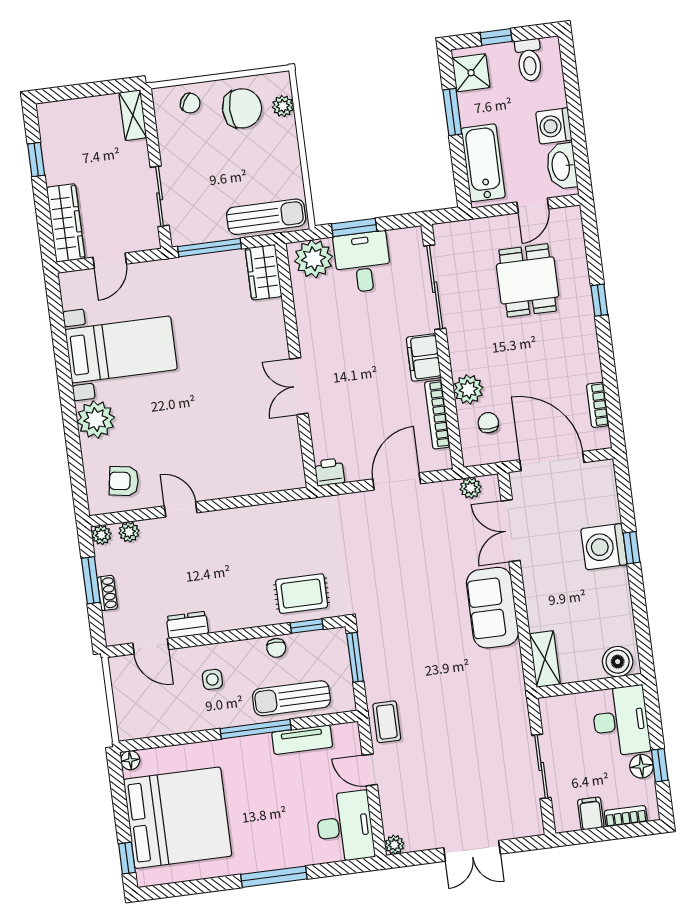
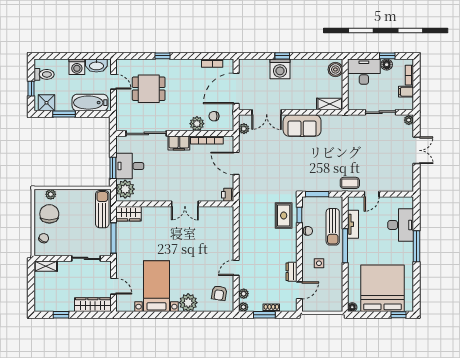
desk: (345, 827) -> (401, 225), moved, turned 90
plant: (394, 845) -> (409, 120), moved

